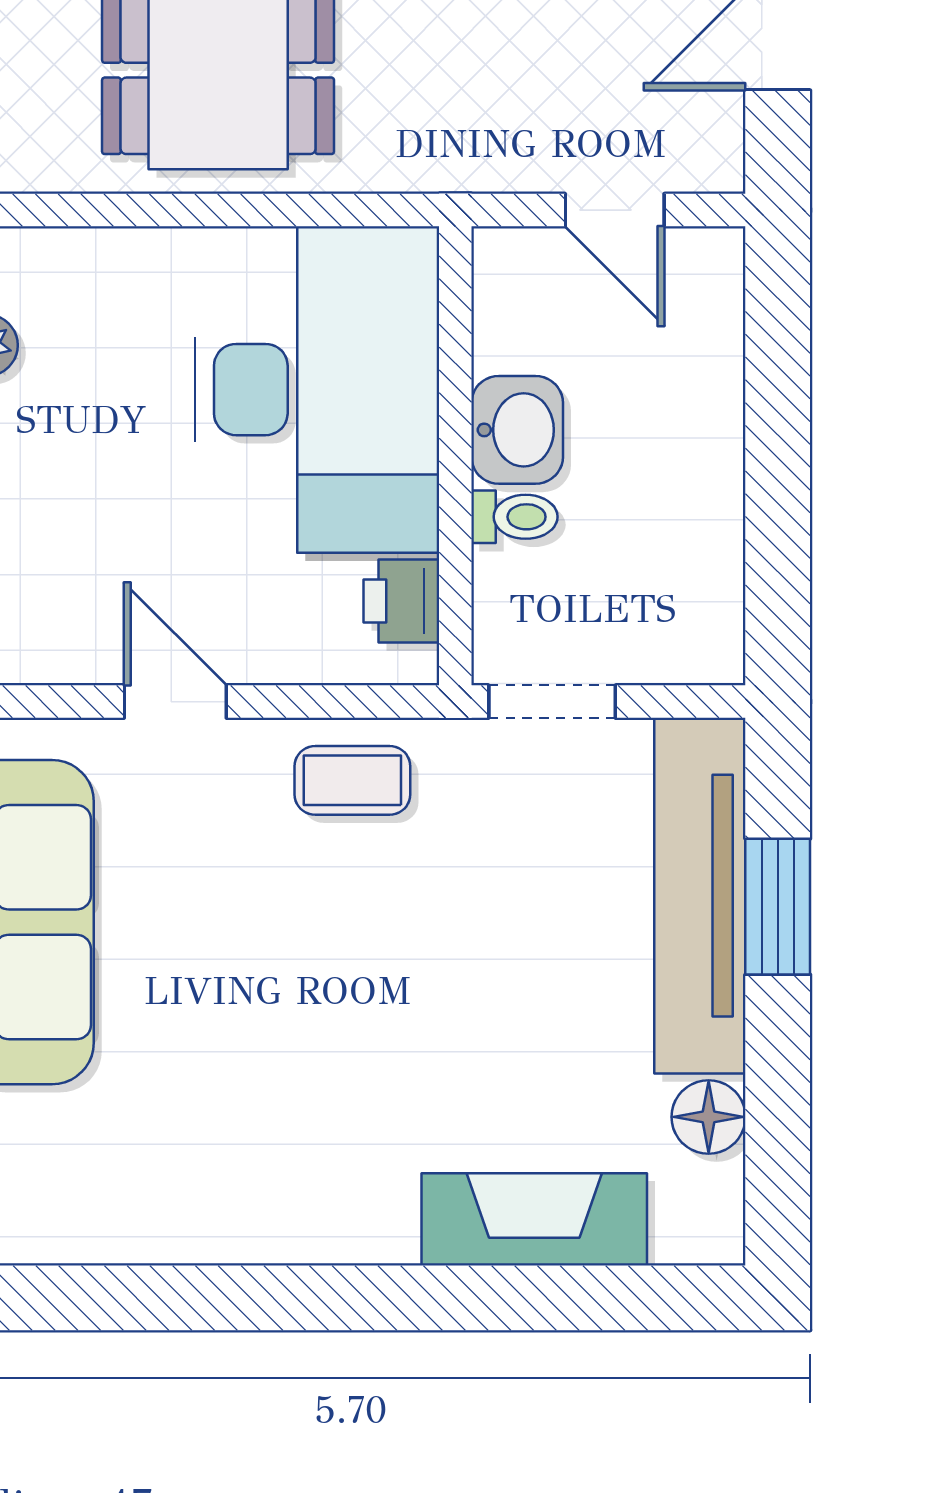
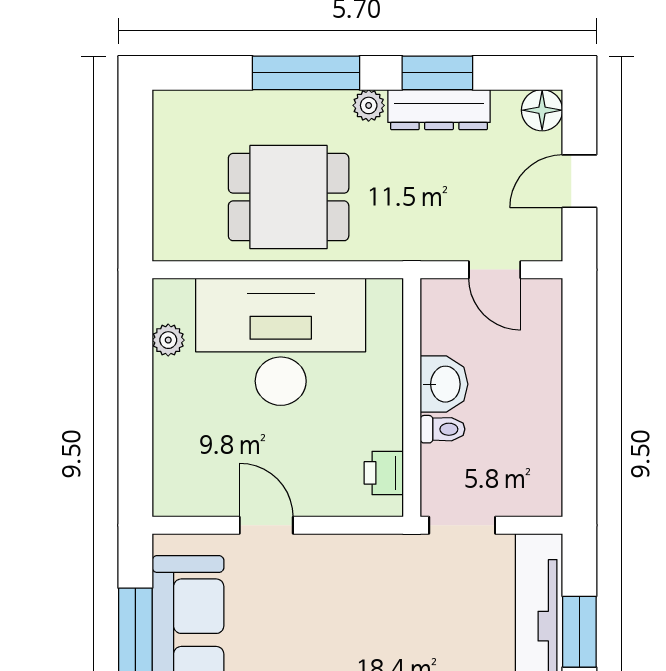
desk: (317, 390) -> (281, 342), moved, turned -90
coffee table: (352, 780) -> (358, 566), removed

